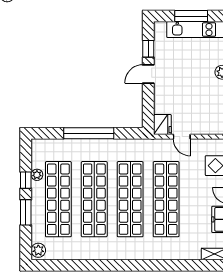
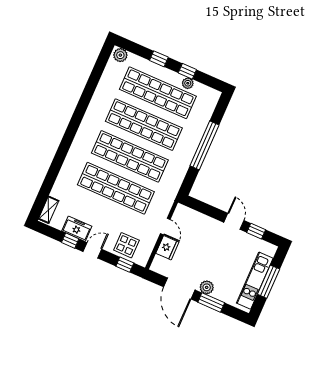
fridge: (162, 124) -> (167, 248), moved, turned -90
door: (182, 137) -> (165, 227), swing flipped
window: (26, 212) -> (159, 59), width x0.67

